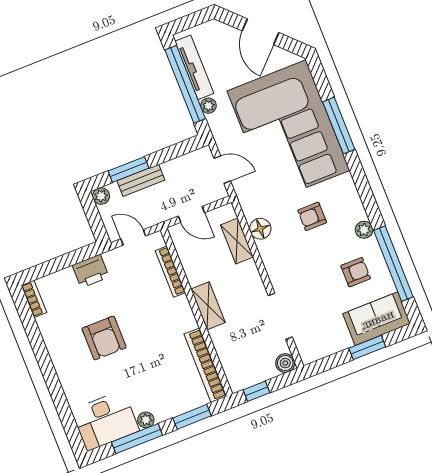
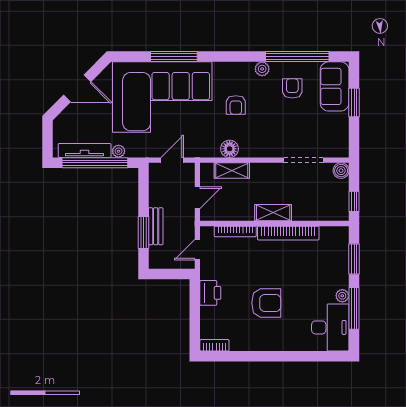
plant: (101, 196) -> (156, 262), removed
bookcase: (205, 365) -> (288, 233), moved

